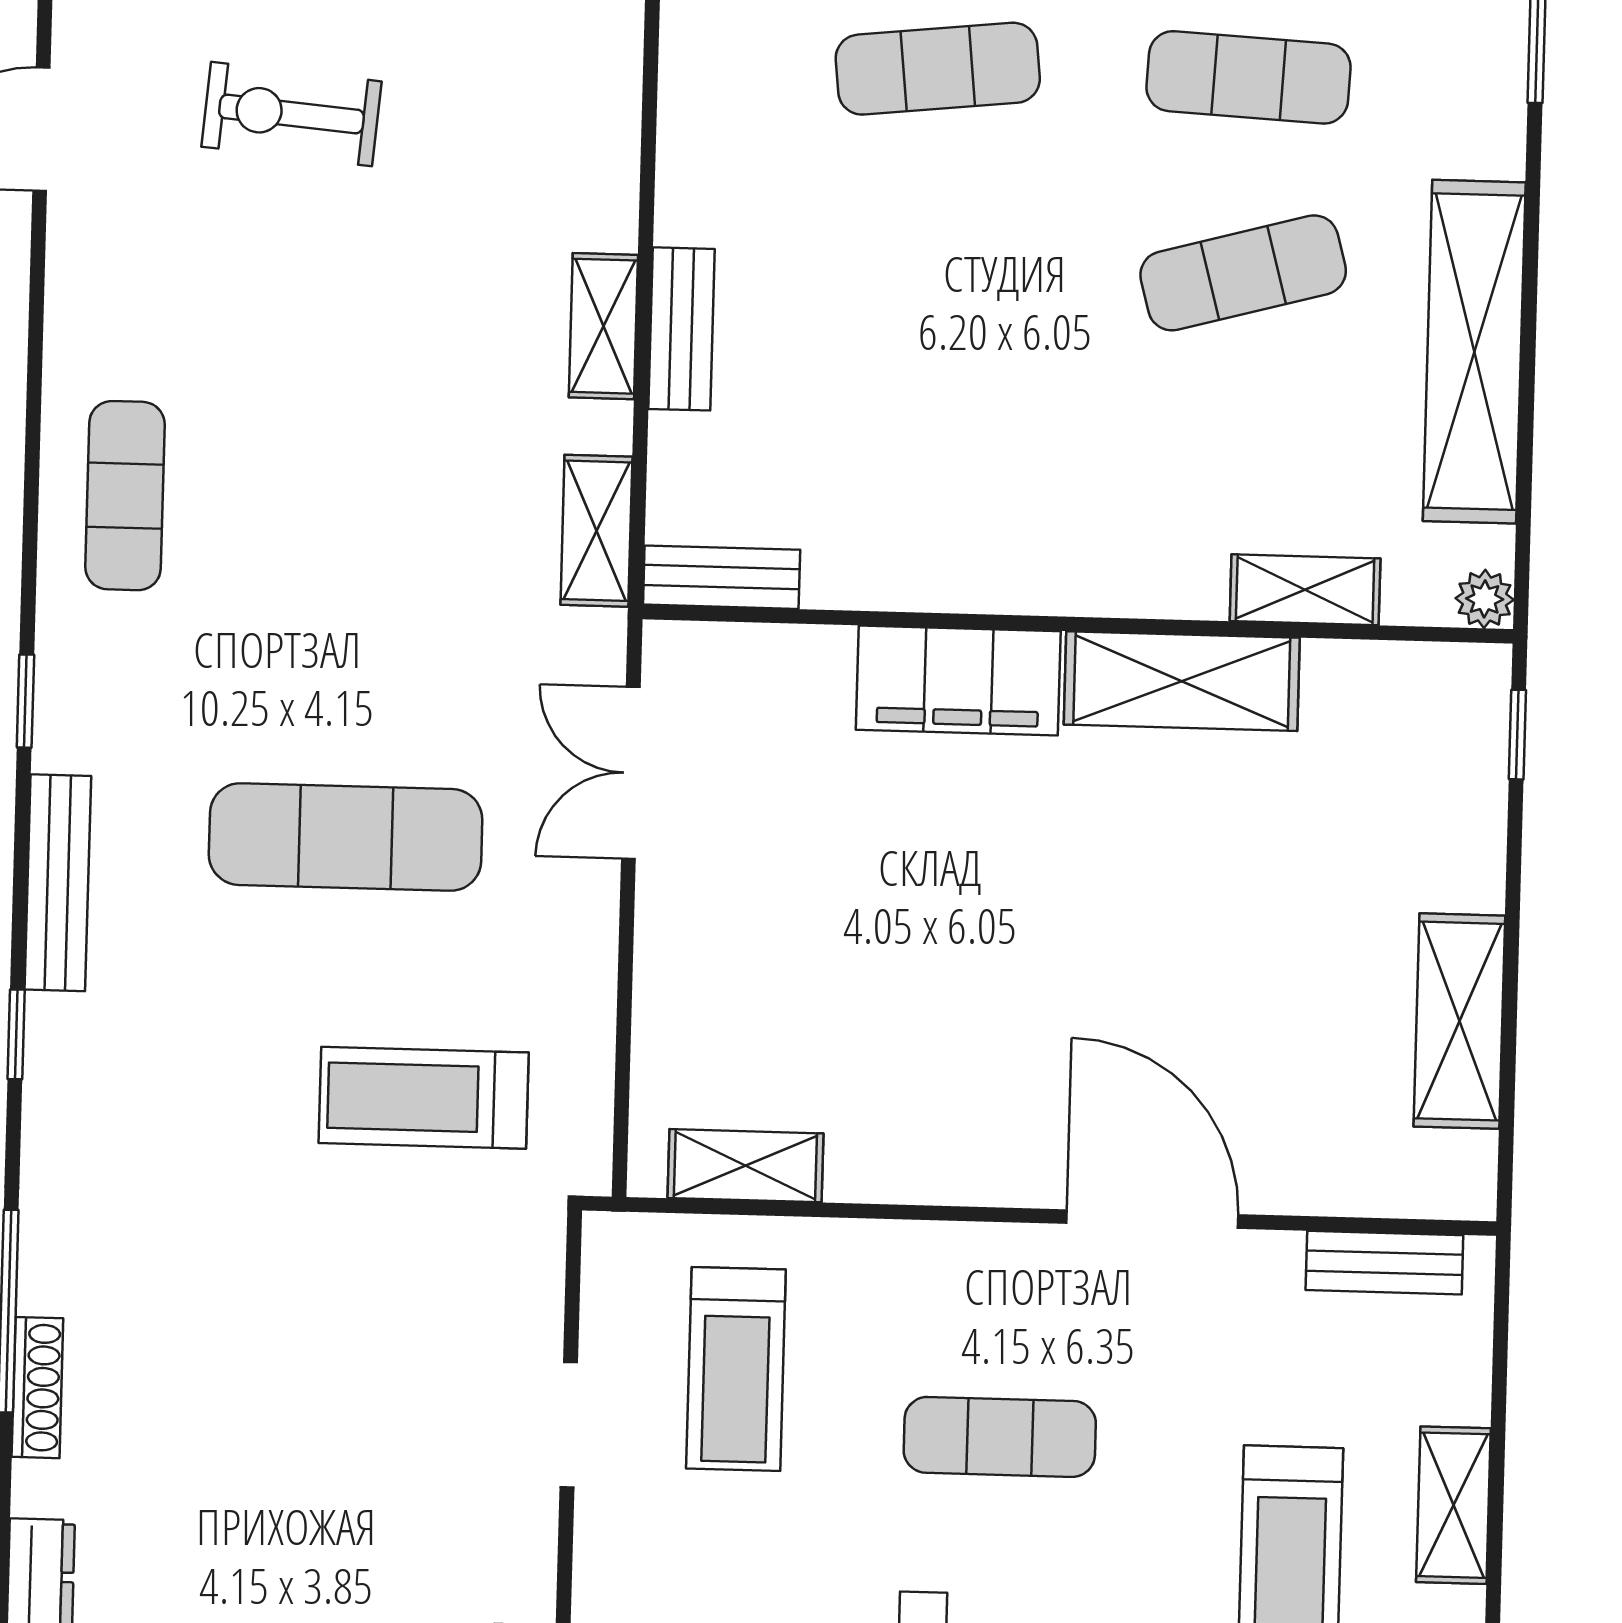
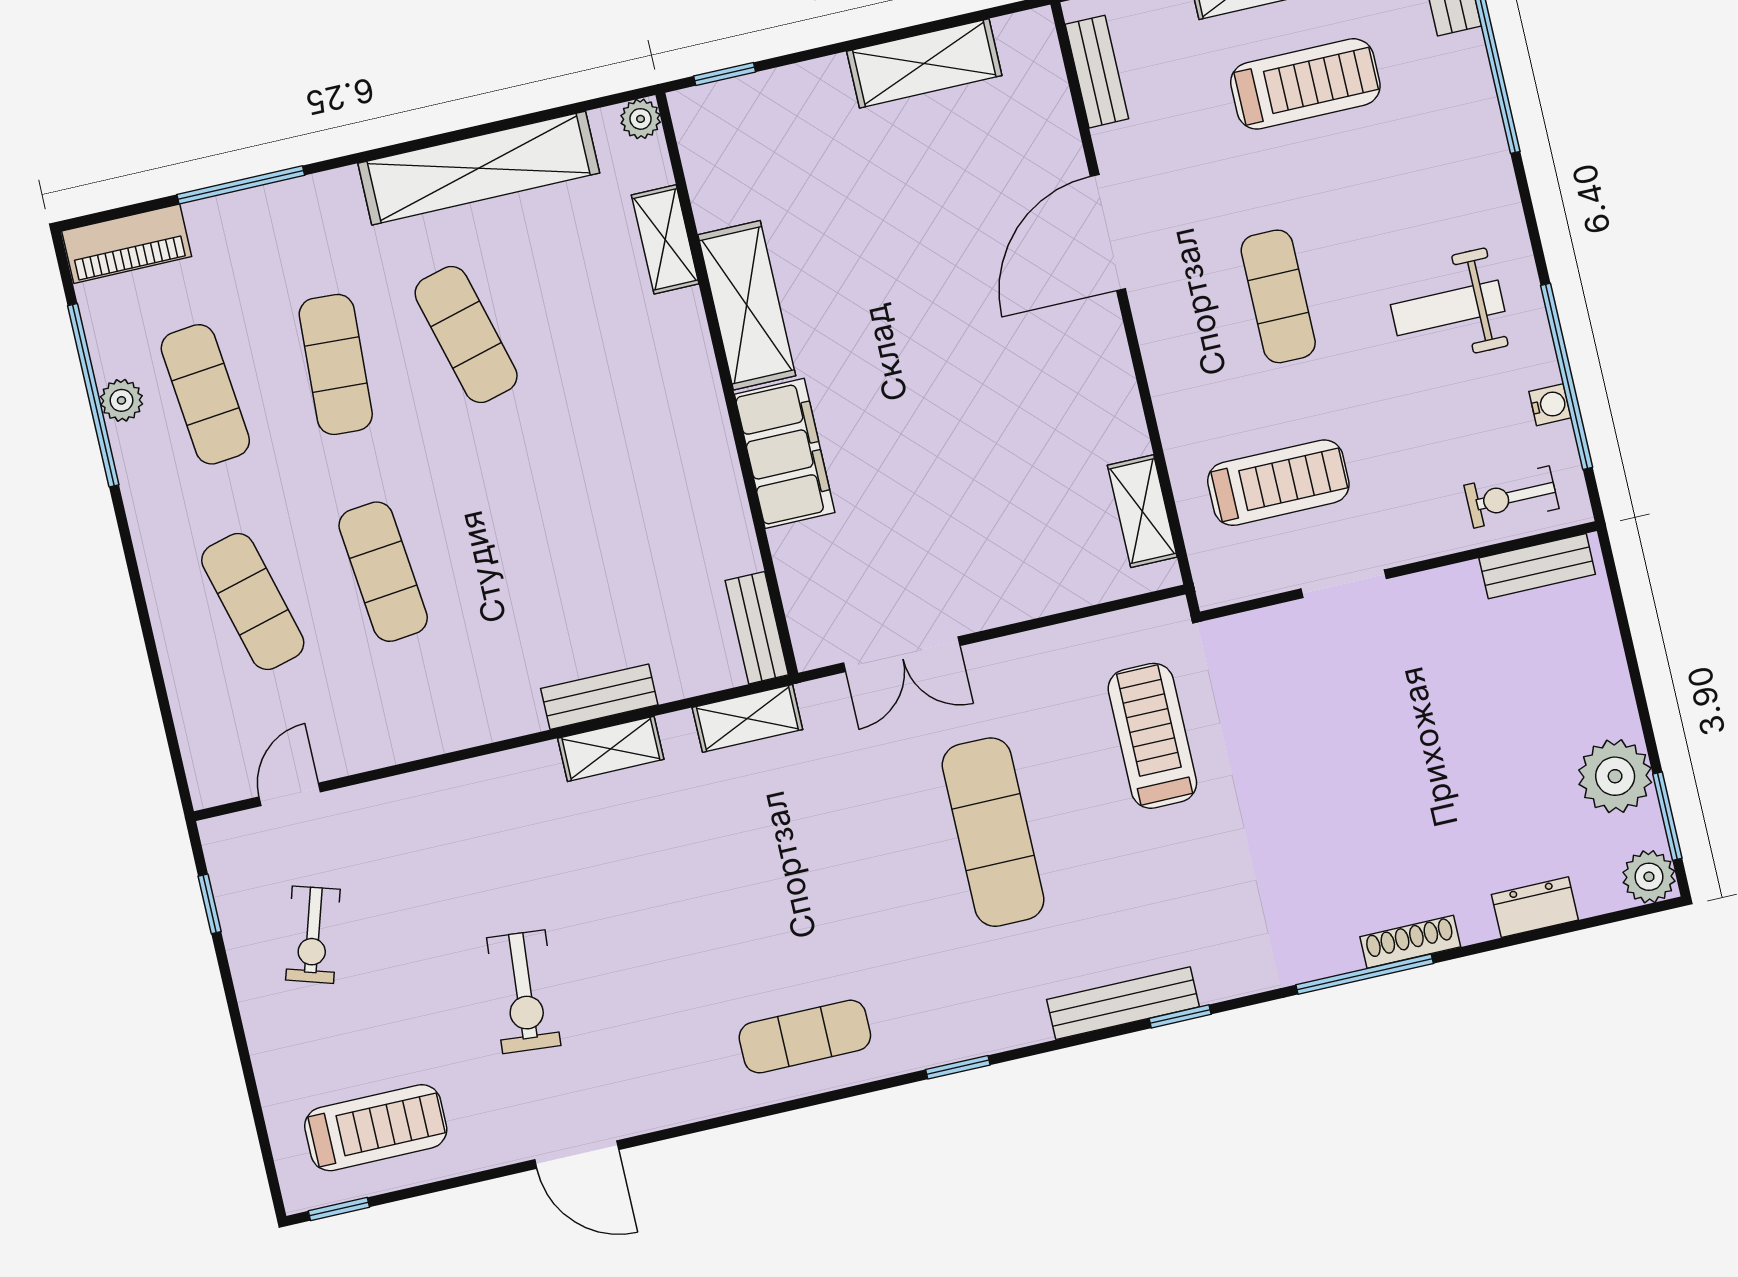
bench: (58, 883) -> (1123, 1003), moved
treadmill: (424, 1098) -> (1152, 736), turned 180

